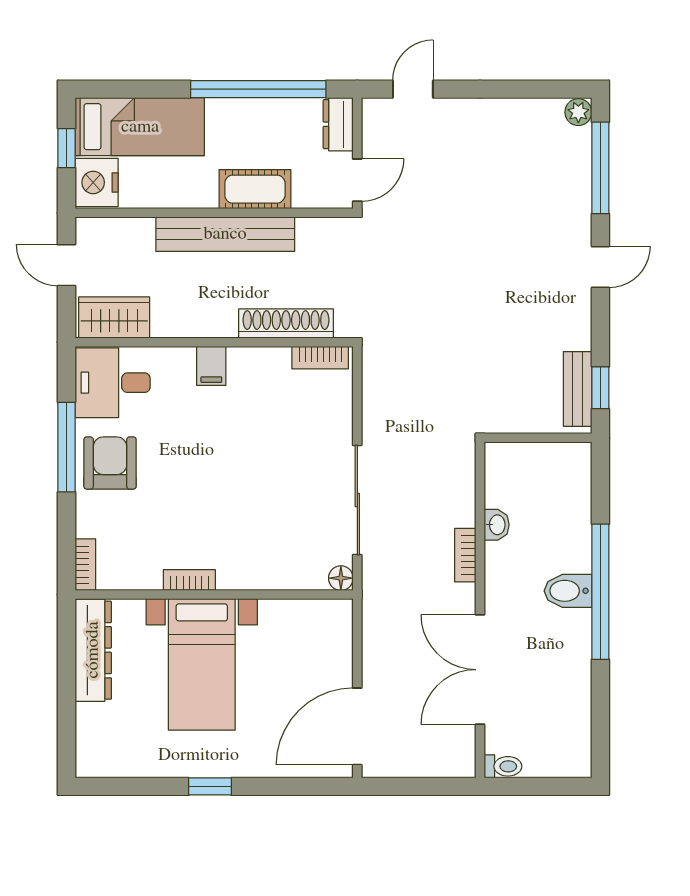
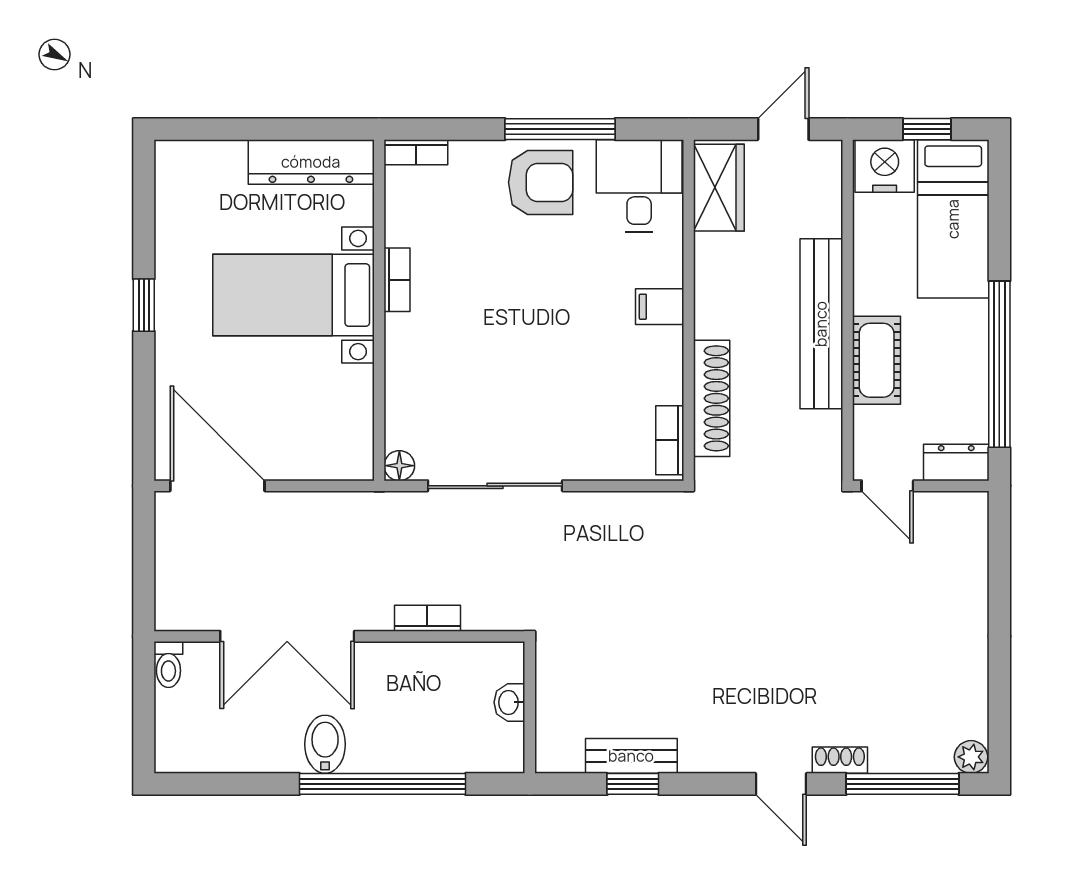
door: (413, 89) -> (999, 554), removed
shoe rack: (581, 219) -> (840, 760), added
wall: (538, 438) -> (530, 707), moved
washbasin: (497, 525) -> (509, 702), moved, turned 90
bidet: (568, 591) -> (325, 744), moved
double door: (480, 670) -> (287, 636), swing flipped

